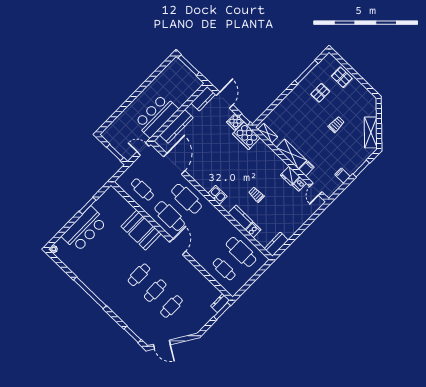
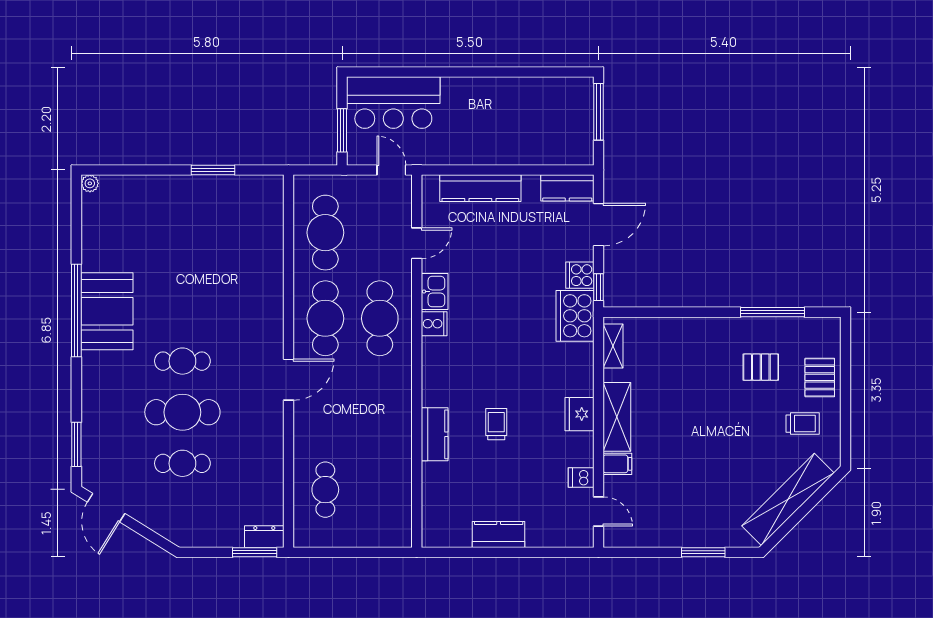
bar counter: (156, 116) -> (393, 103), moved, turned 180
trolley: (336, 124) -> (803, 424), moved
shelving: (371, 132) -> (788, 499), width x1.47
door: (174, 164) -> (417, 243), width x0.53
fridge: (290, 176) -> (579, 414), moved
filing cabinet: (343, 176) -> (662, 533), removed
cafe table: (142, 189) -> (325, 233), width x1.37, depth x1.35
door: (316, 189) -> (598, 511), swing flipped
kitchen sink: (217, 195) -> (435, 292), moved
bar counter: (84, 229) -> (170, 202), removed
booth: (141, 230) -> (107, 311), moved
cooker: (253, 230) -> (434, 324), moved
kitchen counter: (276, 244) -> (499, 534), moved
cafe table: (241, 252) -> (380, 490), removed
cafe table: (155, 291) -> (182, 412), width x1.37, depth x1.35

